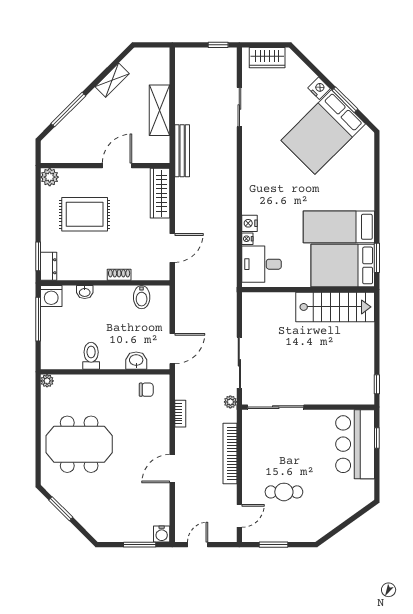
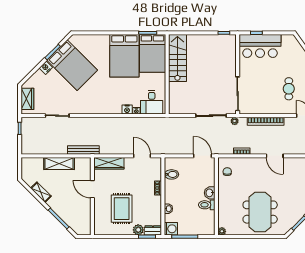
plant: (50, 177) -> (138, 230), moved
bed: (339, 227) -> (124, 56), width x1.50
washbasin: (136, 361) -> (210, 193), moved

